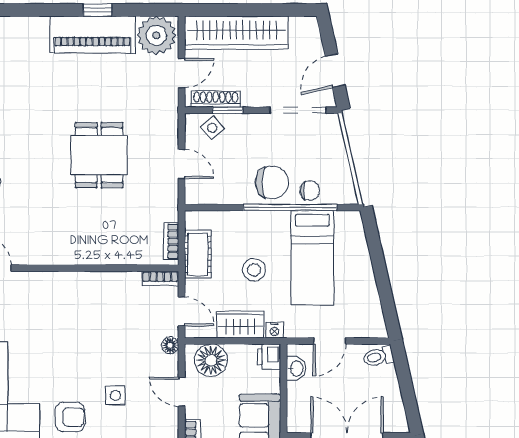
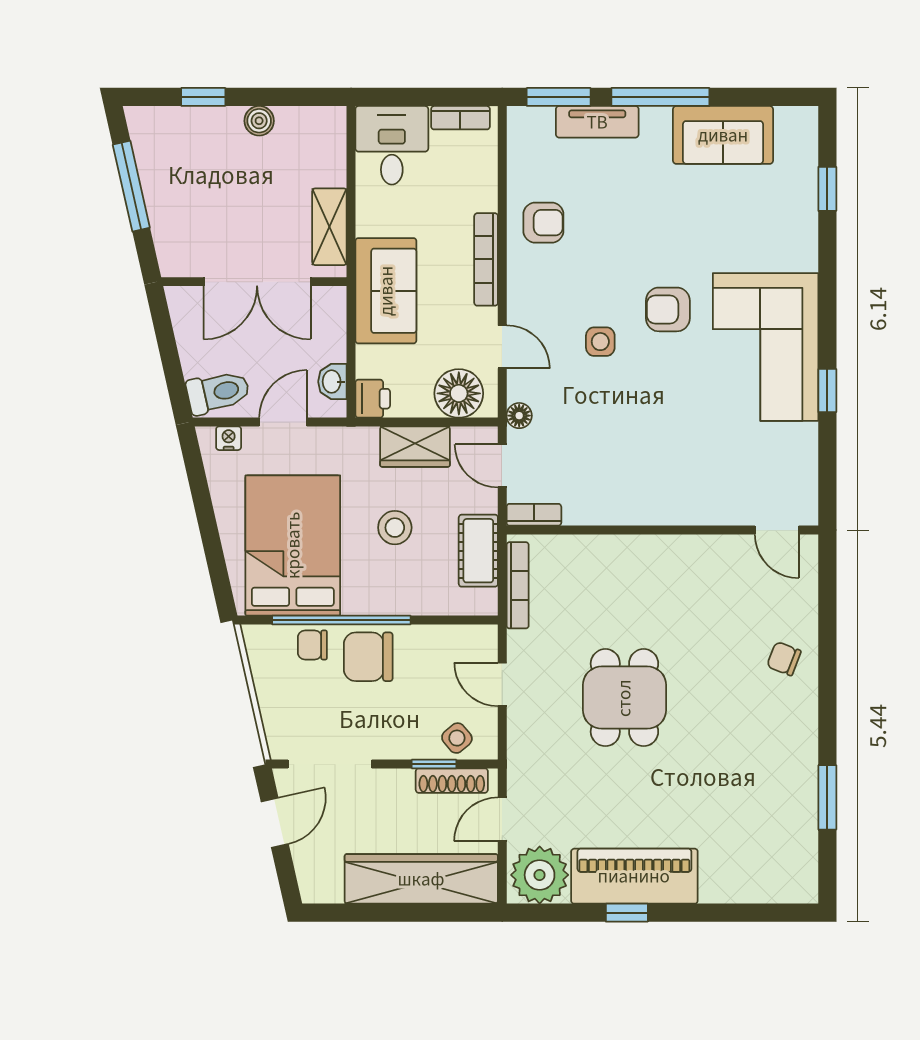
bookcase: (171, 241) -> (518, 585), width x1.56
bed: (312, 258) -> (293, 545), width x1.50
nightstand: (274, 330) -> (229, 438), moved
toilet: (378, 357) -> (218, 392), width x1.37, depth x1.39

